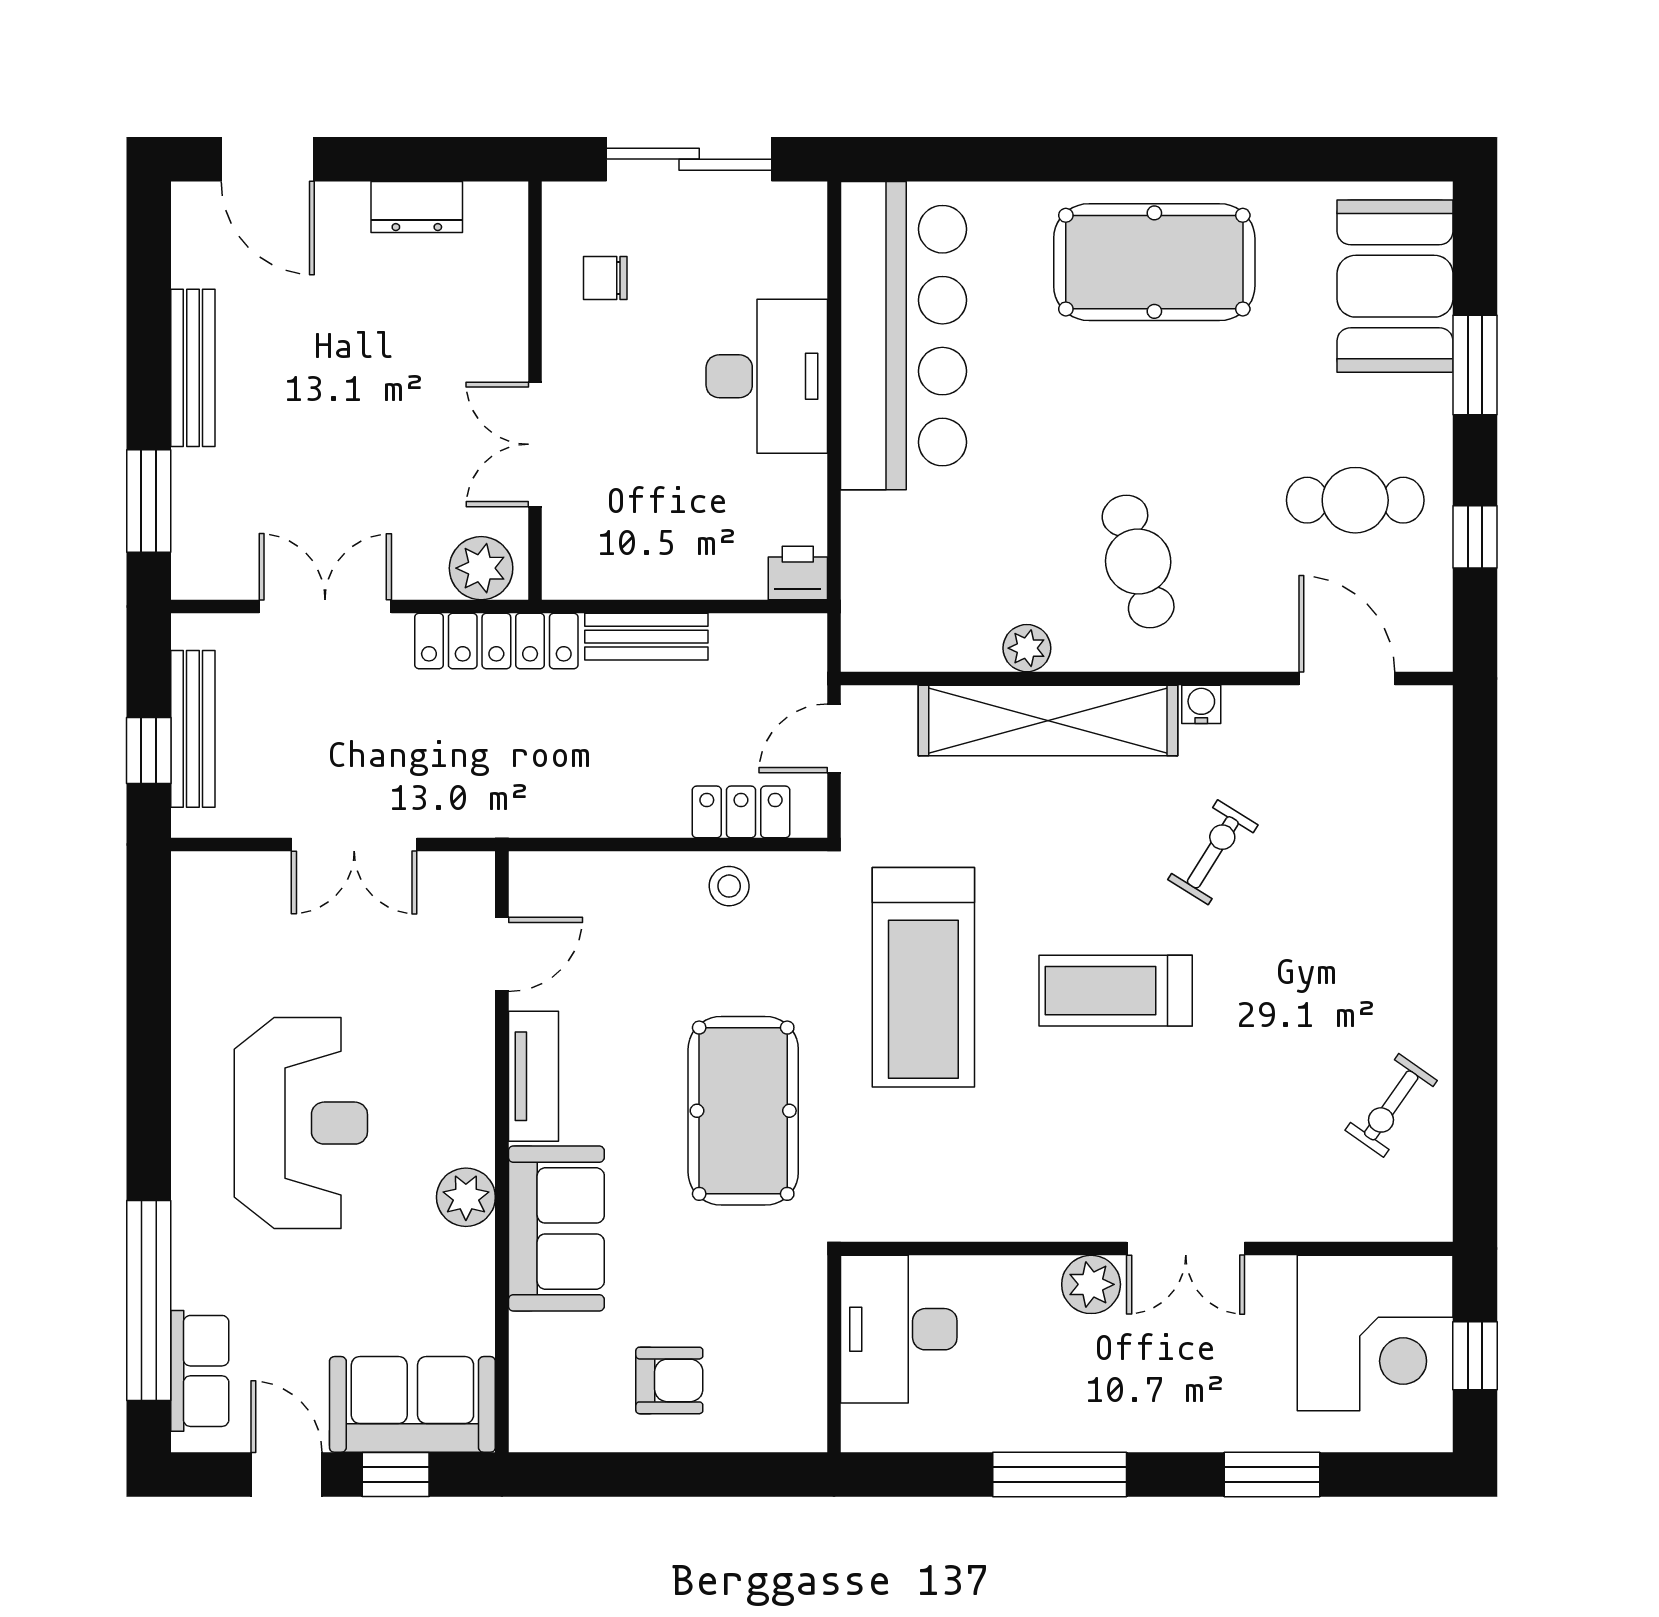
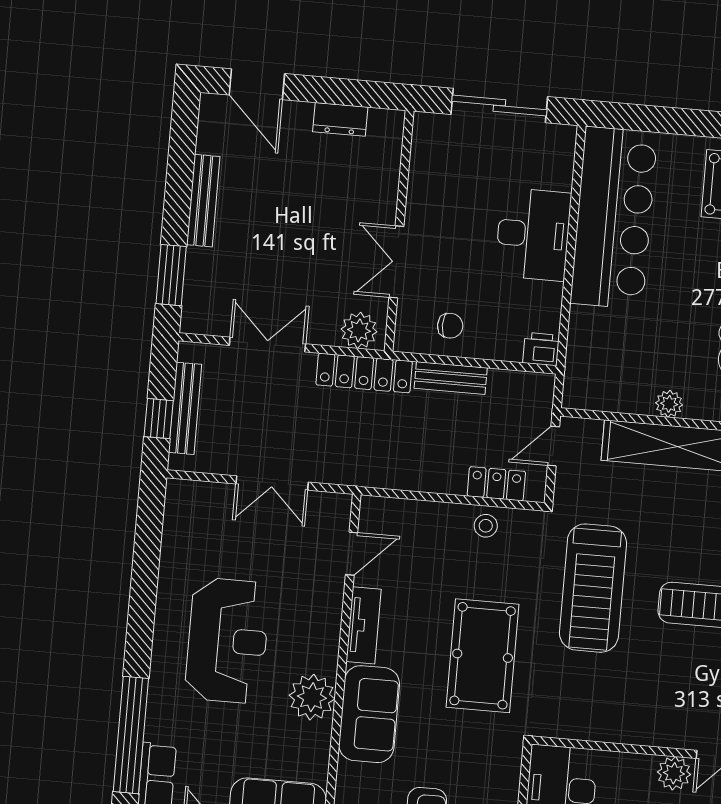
chair: (605, 278) -> (450, 326), moved, turned 180
plant: (466, 1197) -> (312, 697), width x1.36, depth x1.36

